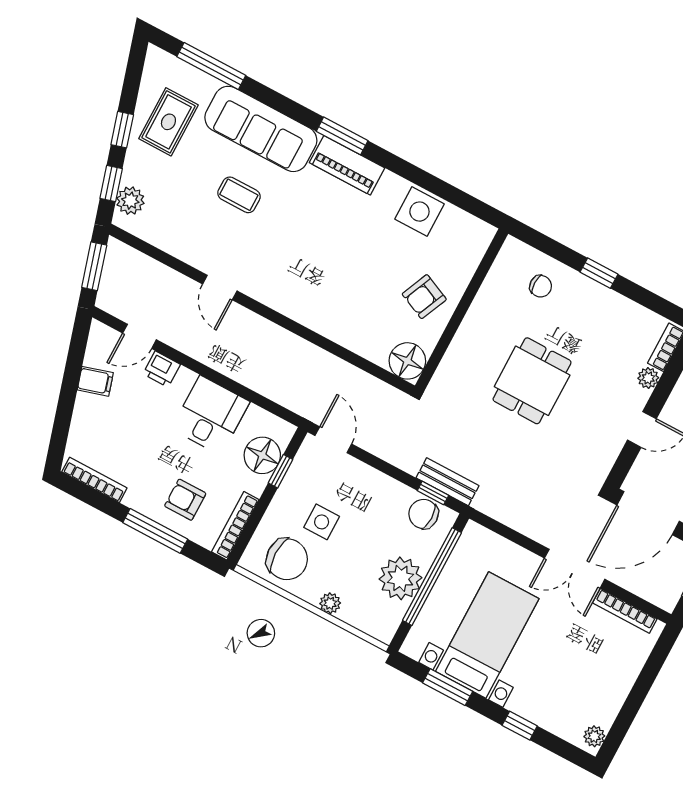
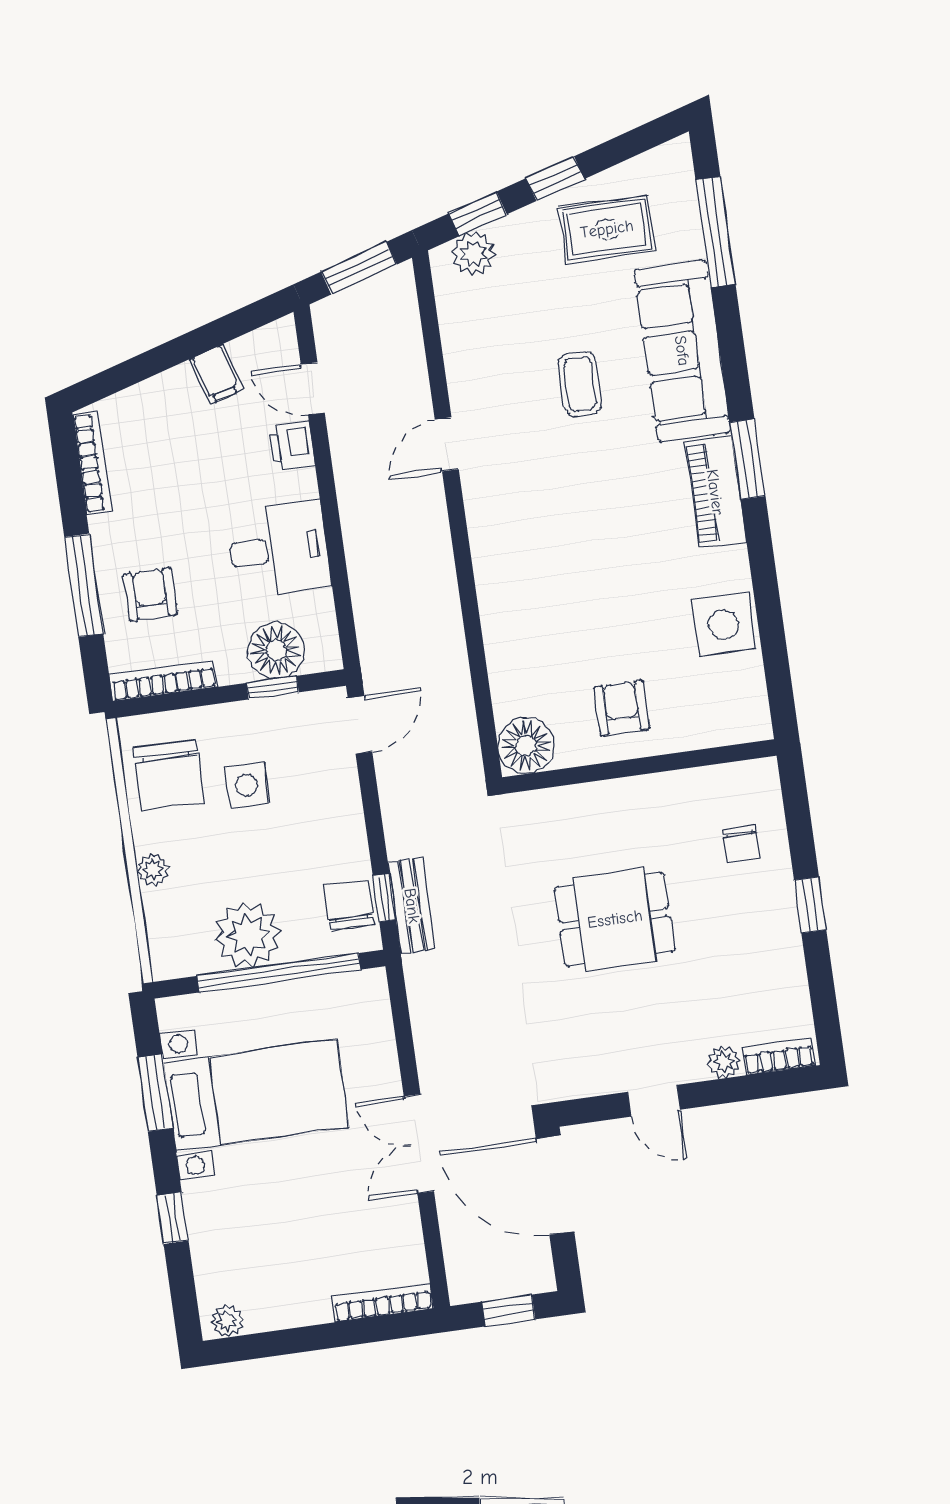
armchair: (424, 297) -> (622, 708), turned 66
bookcase: (625, 611) -> (382, 1303), moved, turned 90

